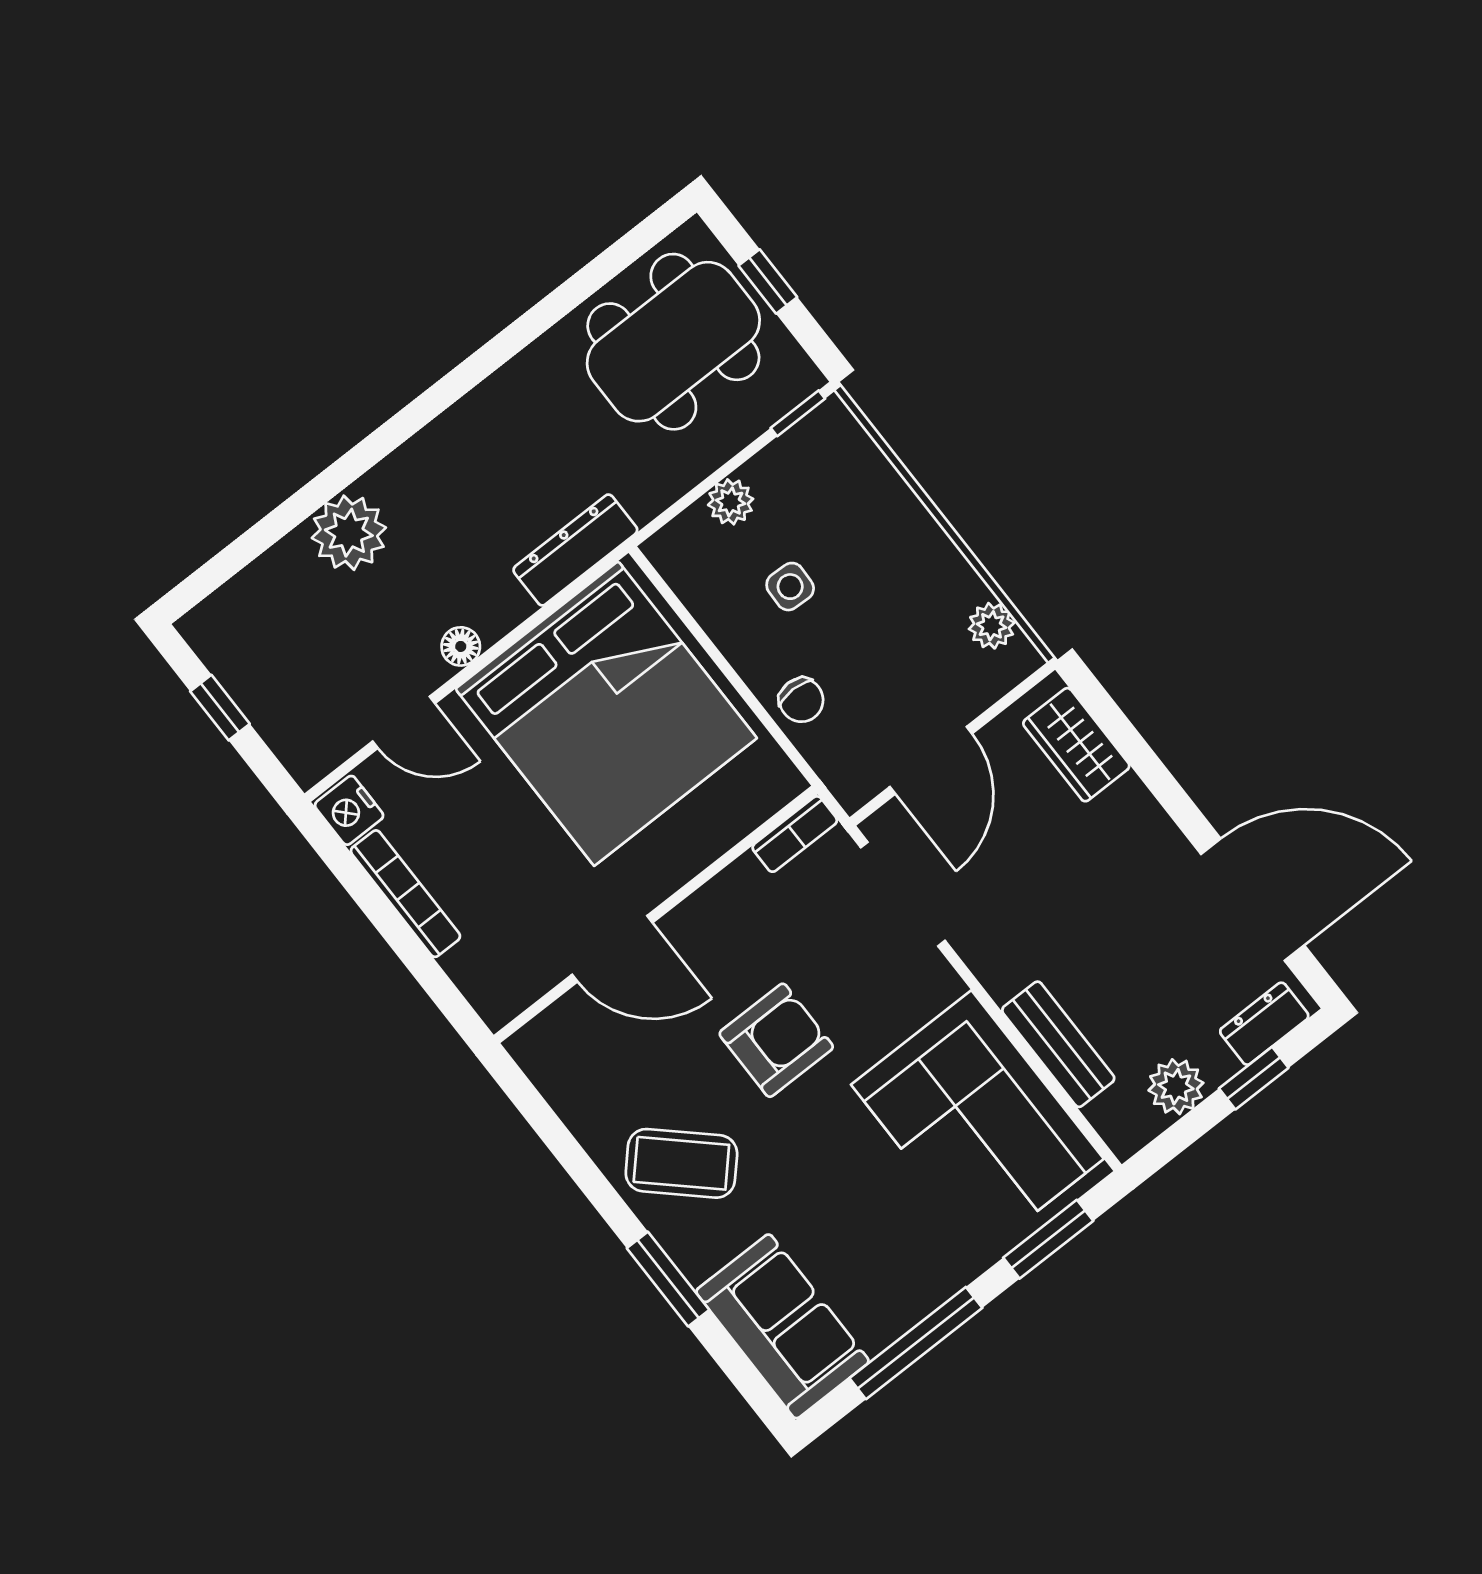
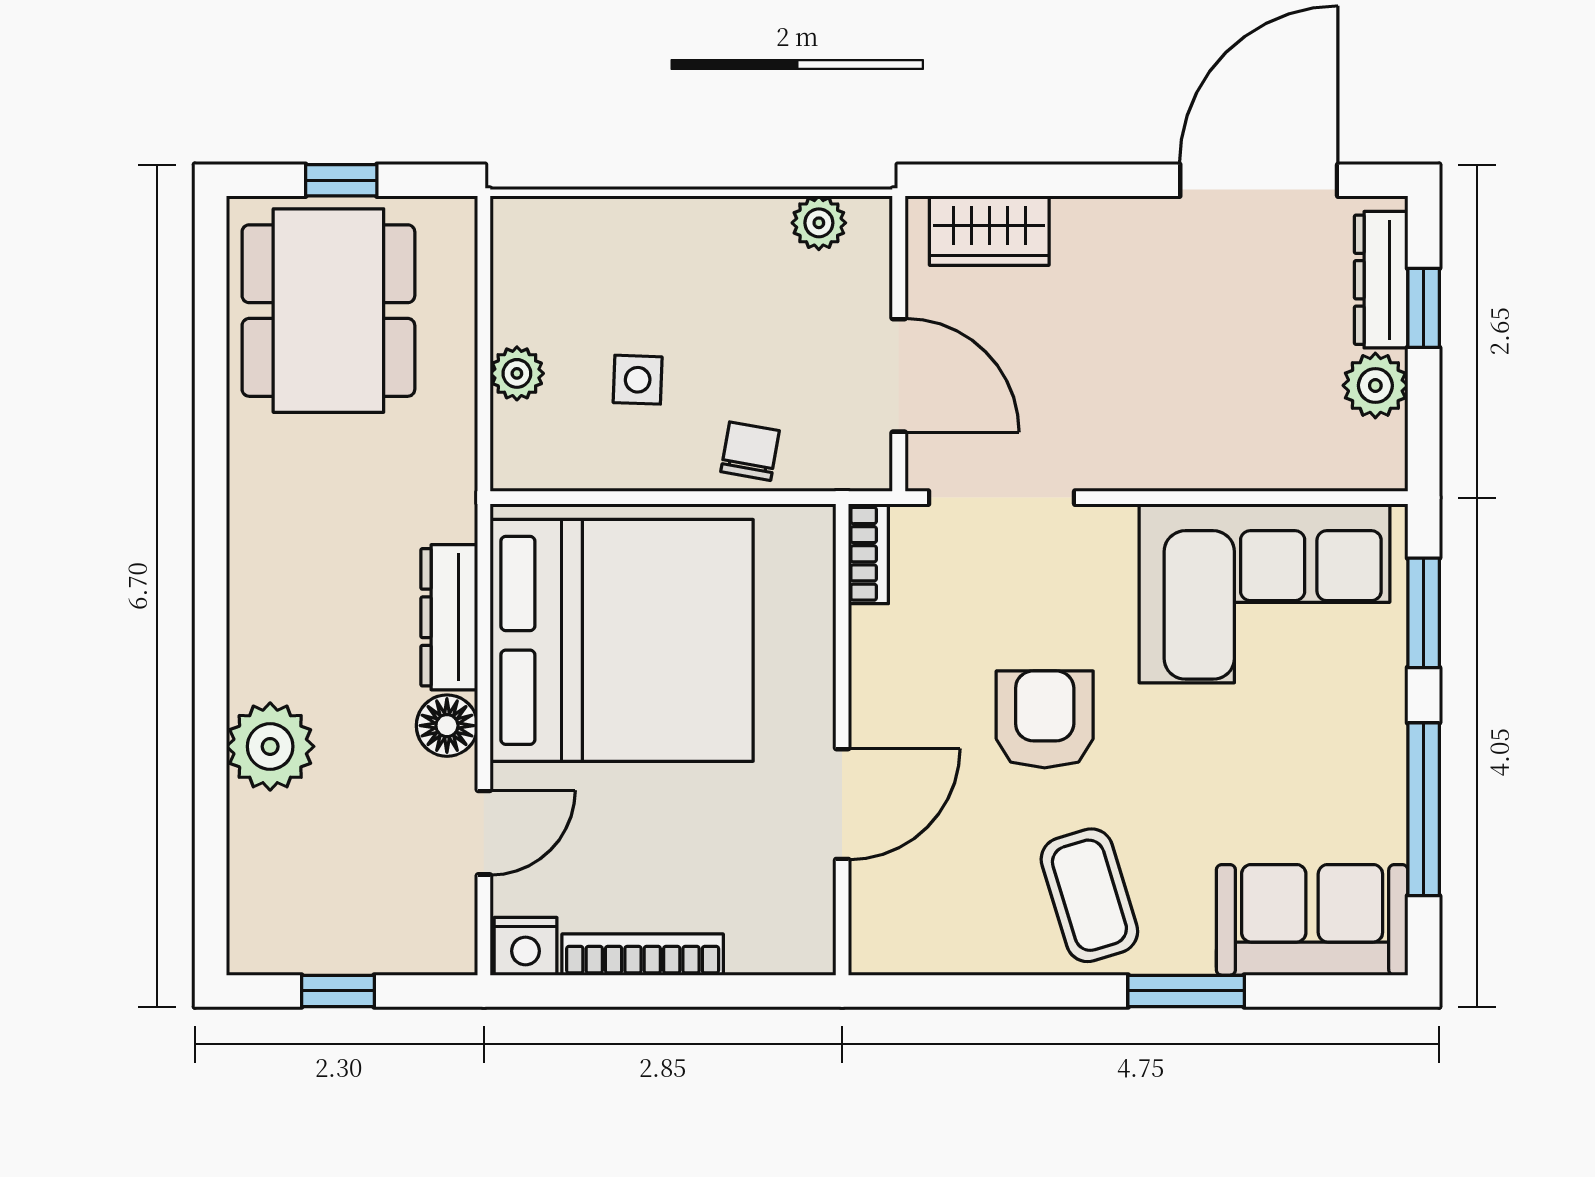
window: (798, 413) -> (484, 248), removed
dresser: (575, 550) -> (449, 617), moved
floor lamp: (461, 646) -> (447, 726), width x1.37, depth x1.37
chair: (801, 700) -> (750, 451), turned -80
dresser: (1264, 1024) -> (1381, 280), width x1.44
bench: (1058, 1044) -> (1252, 463), removed
coffee table: (681, 1163) -> (1089, 895), turned -60

